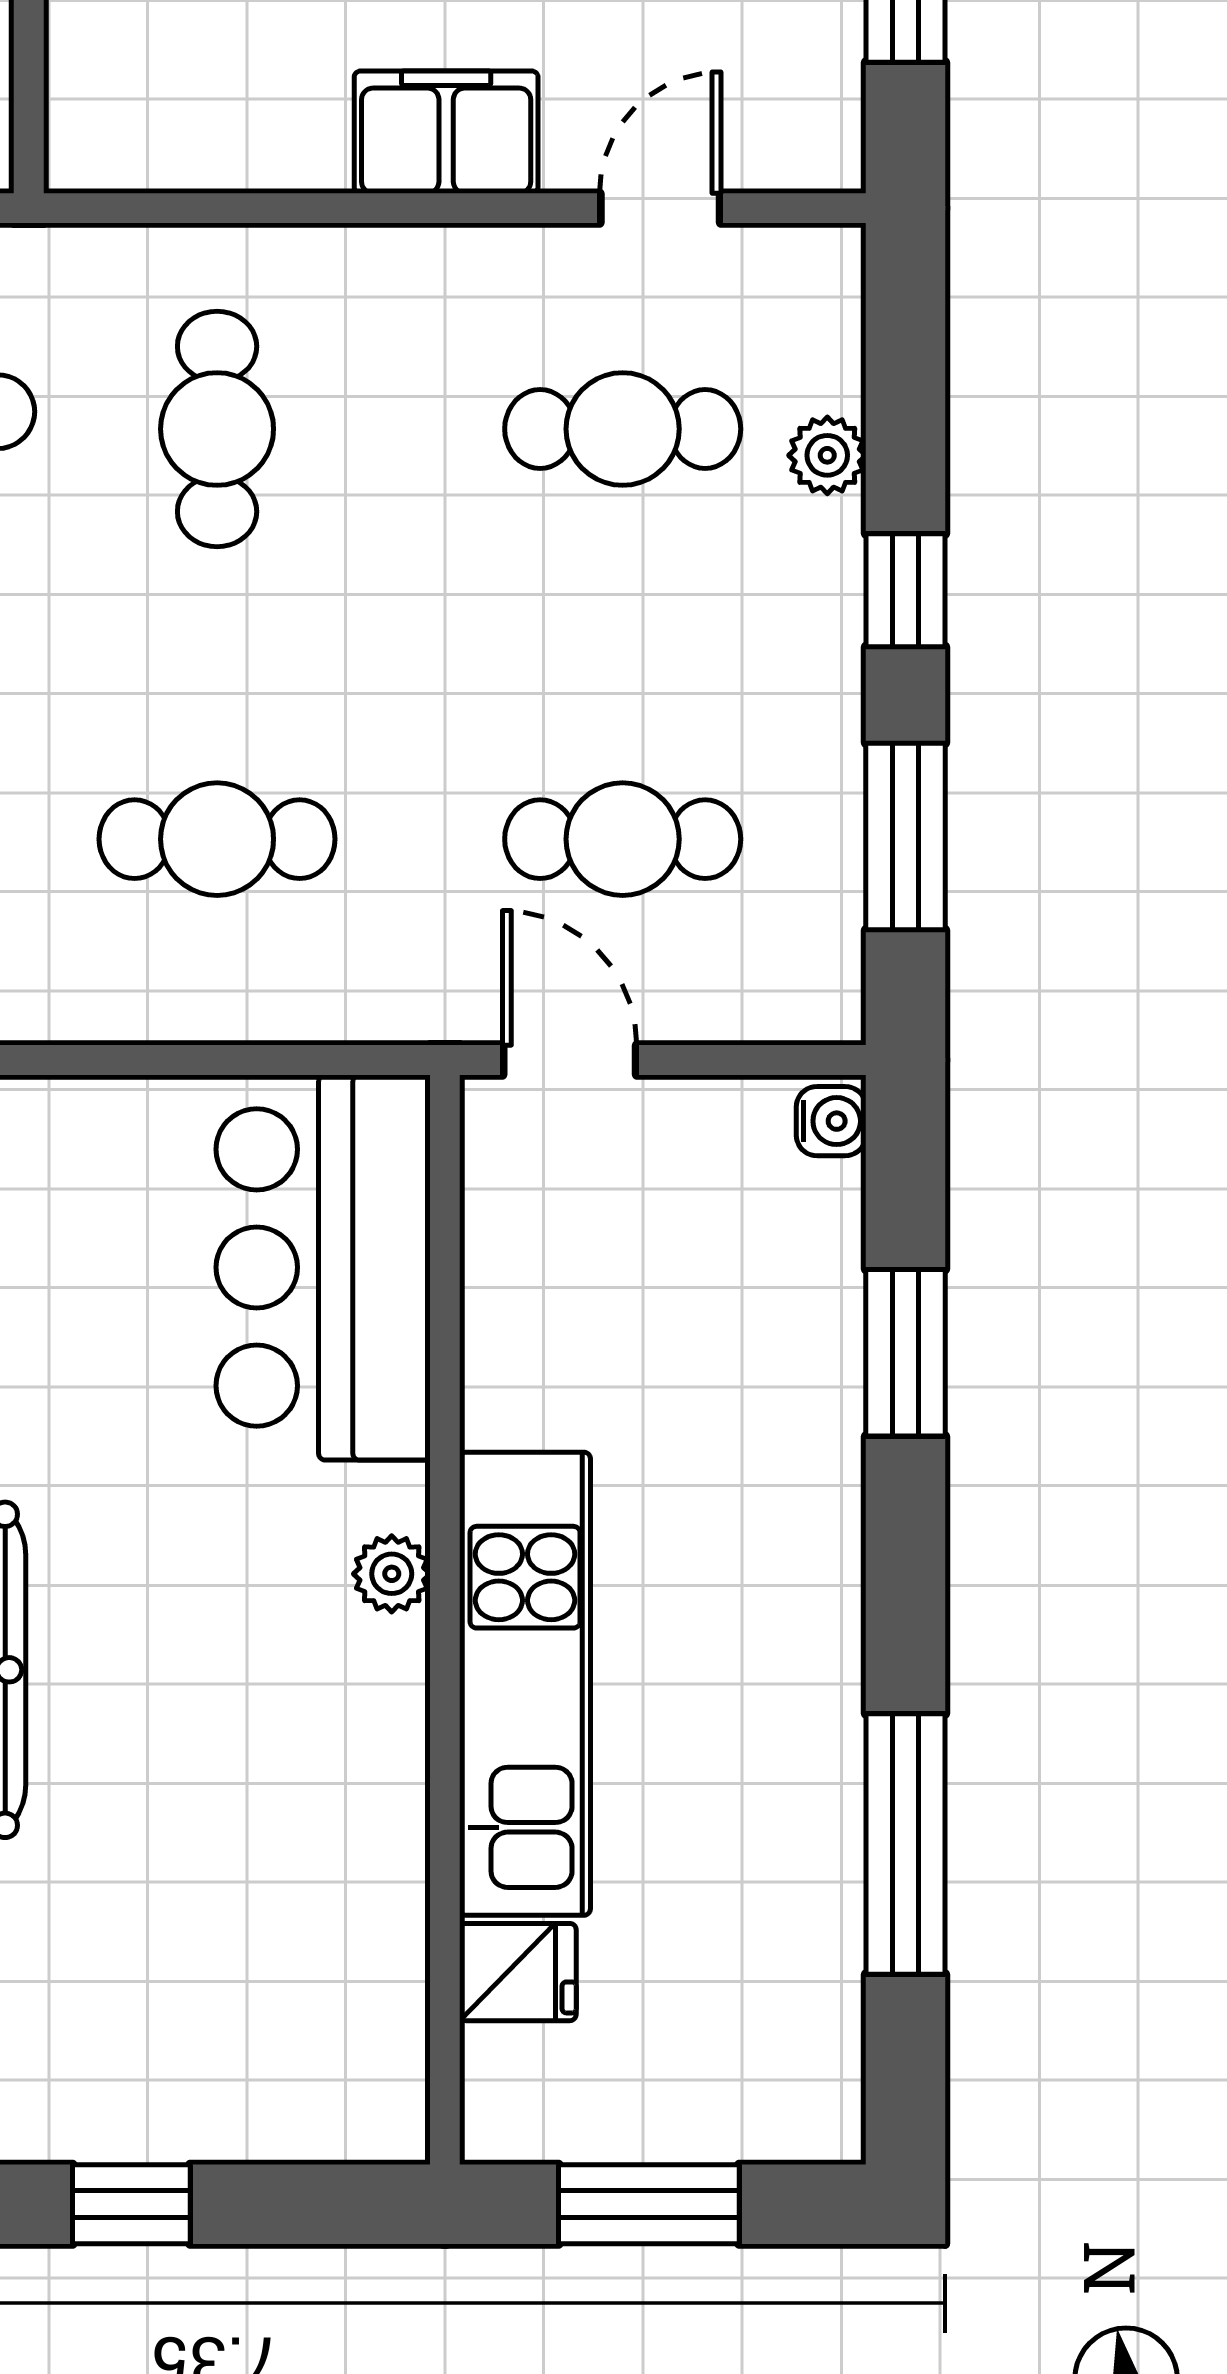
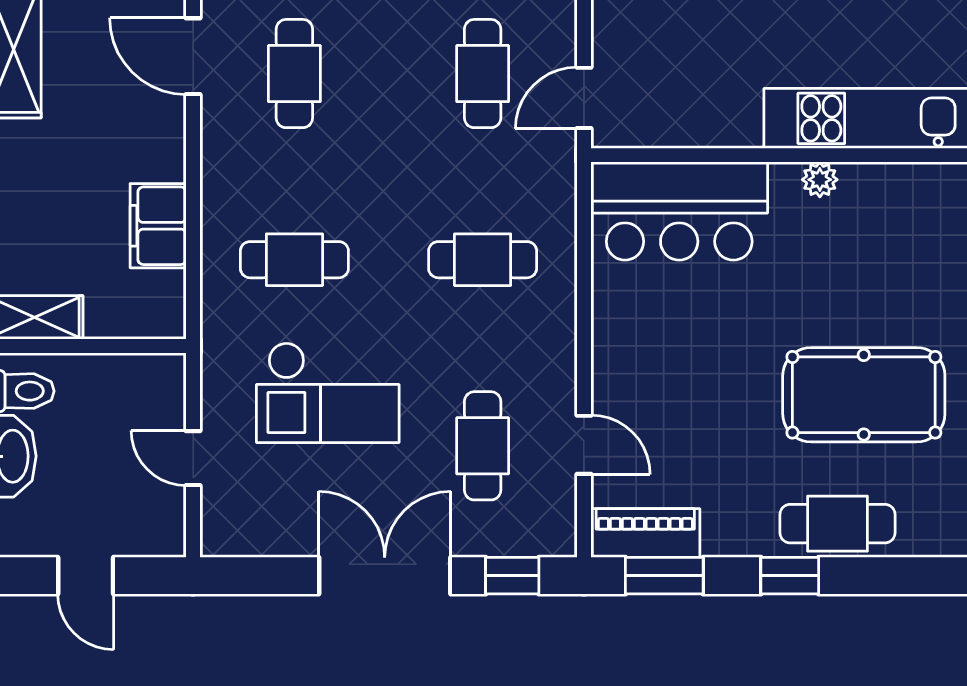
filing cabinet: (446, 132) -> (158, 226), moved
door: (660, 208) -> (193, 56), width x1.37
cafe table: (217, 839) -> (483, 260), turned 90

